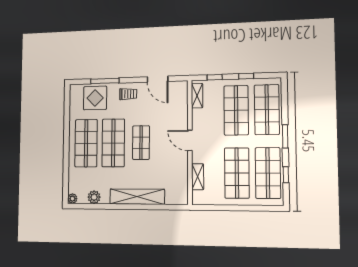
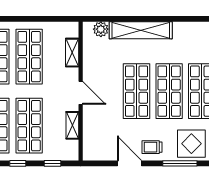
door: (157, 79) -> (130, 163), moved
shelving: (197, 96) -> (72, 125), moved
shop shelf: (141, 143) -> (137, 91), width x1.43, depth x1.36
plant: (94, 197) -> (101, 29), moved

